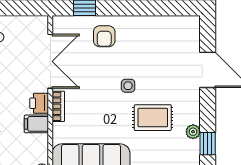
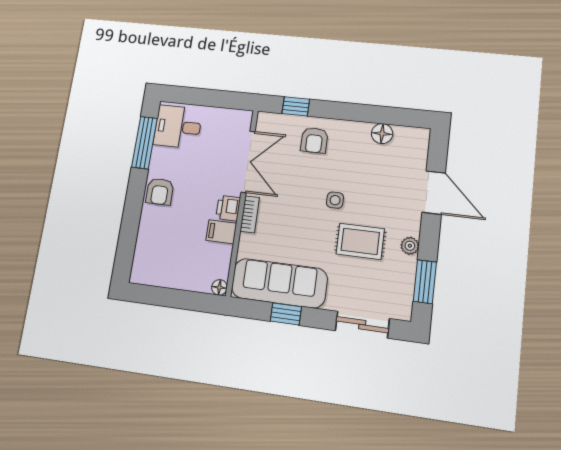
floor lamp: (160, 24) -> (382, 134), added
plant: (193, 132) -> (410, 246), moved
window: (208, 144) -> (425, 282), width x1.50

